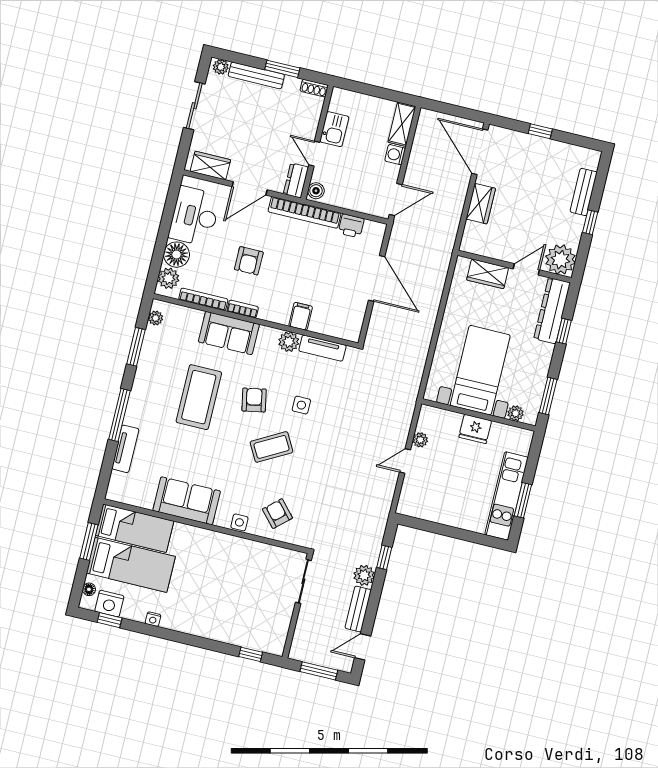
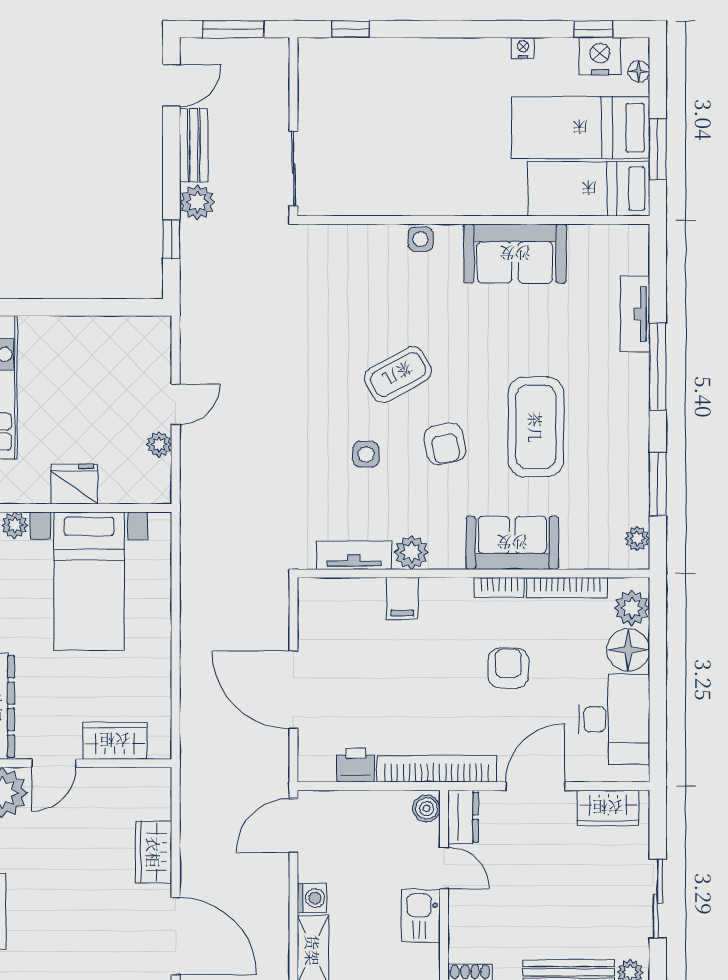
armchair: (277, 514) -> (362, 269), removed

